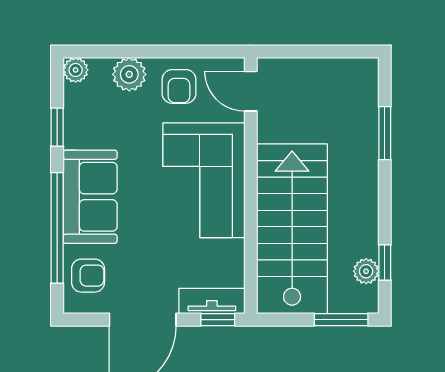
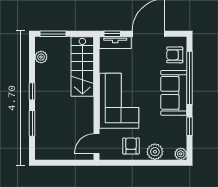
door: (251, 91) -> (96, 144), swing flipped
stairs: (292, 229) -> (82, 67), width x0.73, depth x0.66
window: (385, 262) -> (32, 91), moved

